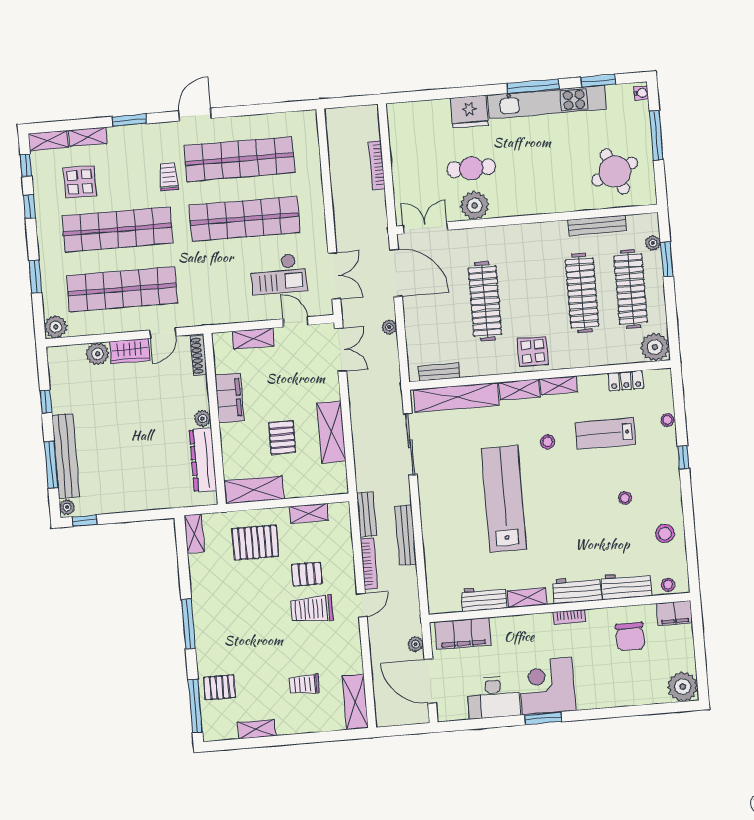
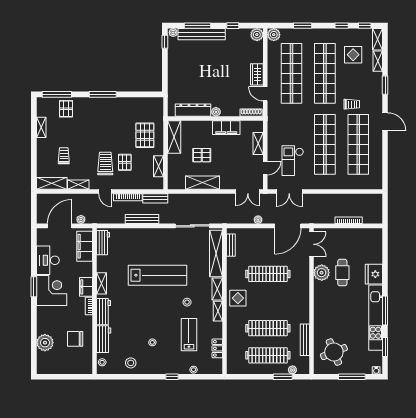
plant: (655, 347) -> (235, 366), removed
plant: (98, 354) -> (257, 35), moved
shelving: (194, 533) -> (78, 185), moved
workbench: (484, 599) -> (103, 243), moved
filing cabinet: (675, 613) -> (86, 287), moved
plant: (683, 687) -> (45, 343), moved

